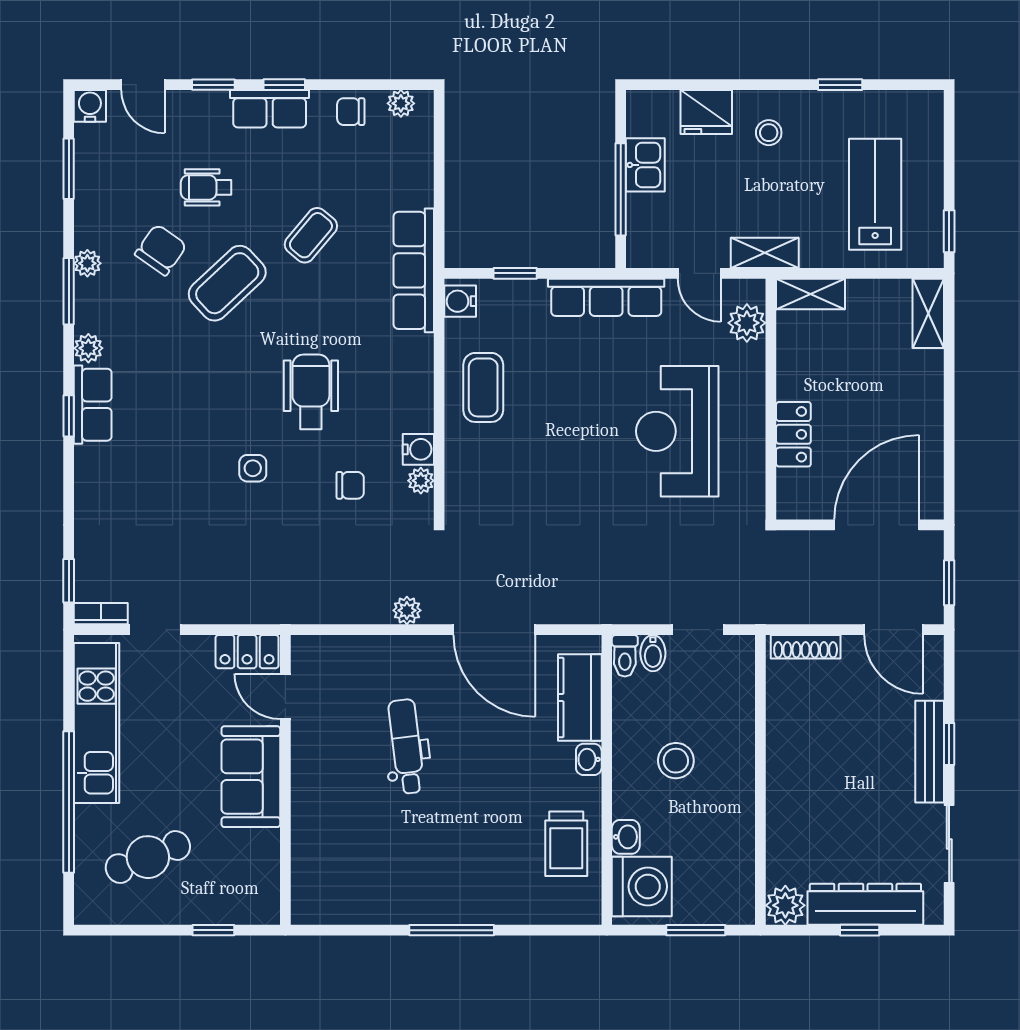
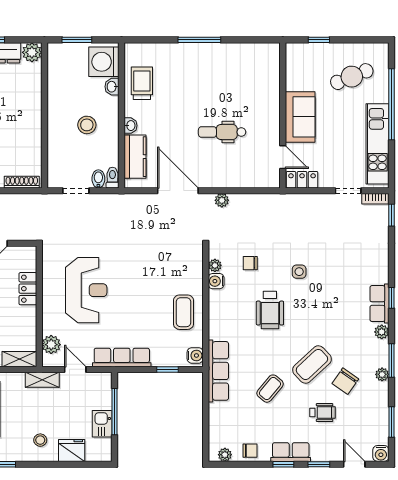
dental chair: (406, 746) -> (222, 132), turned 97

